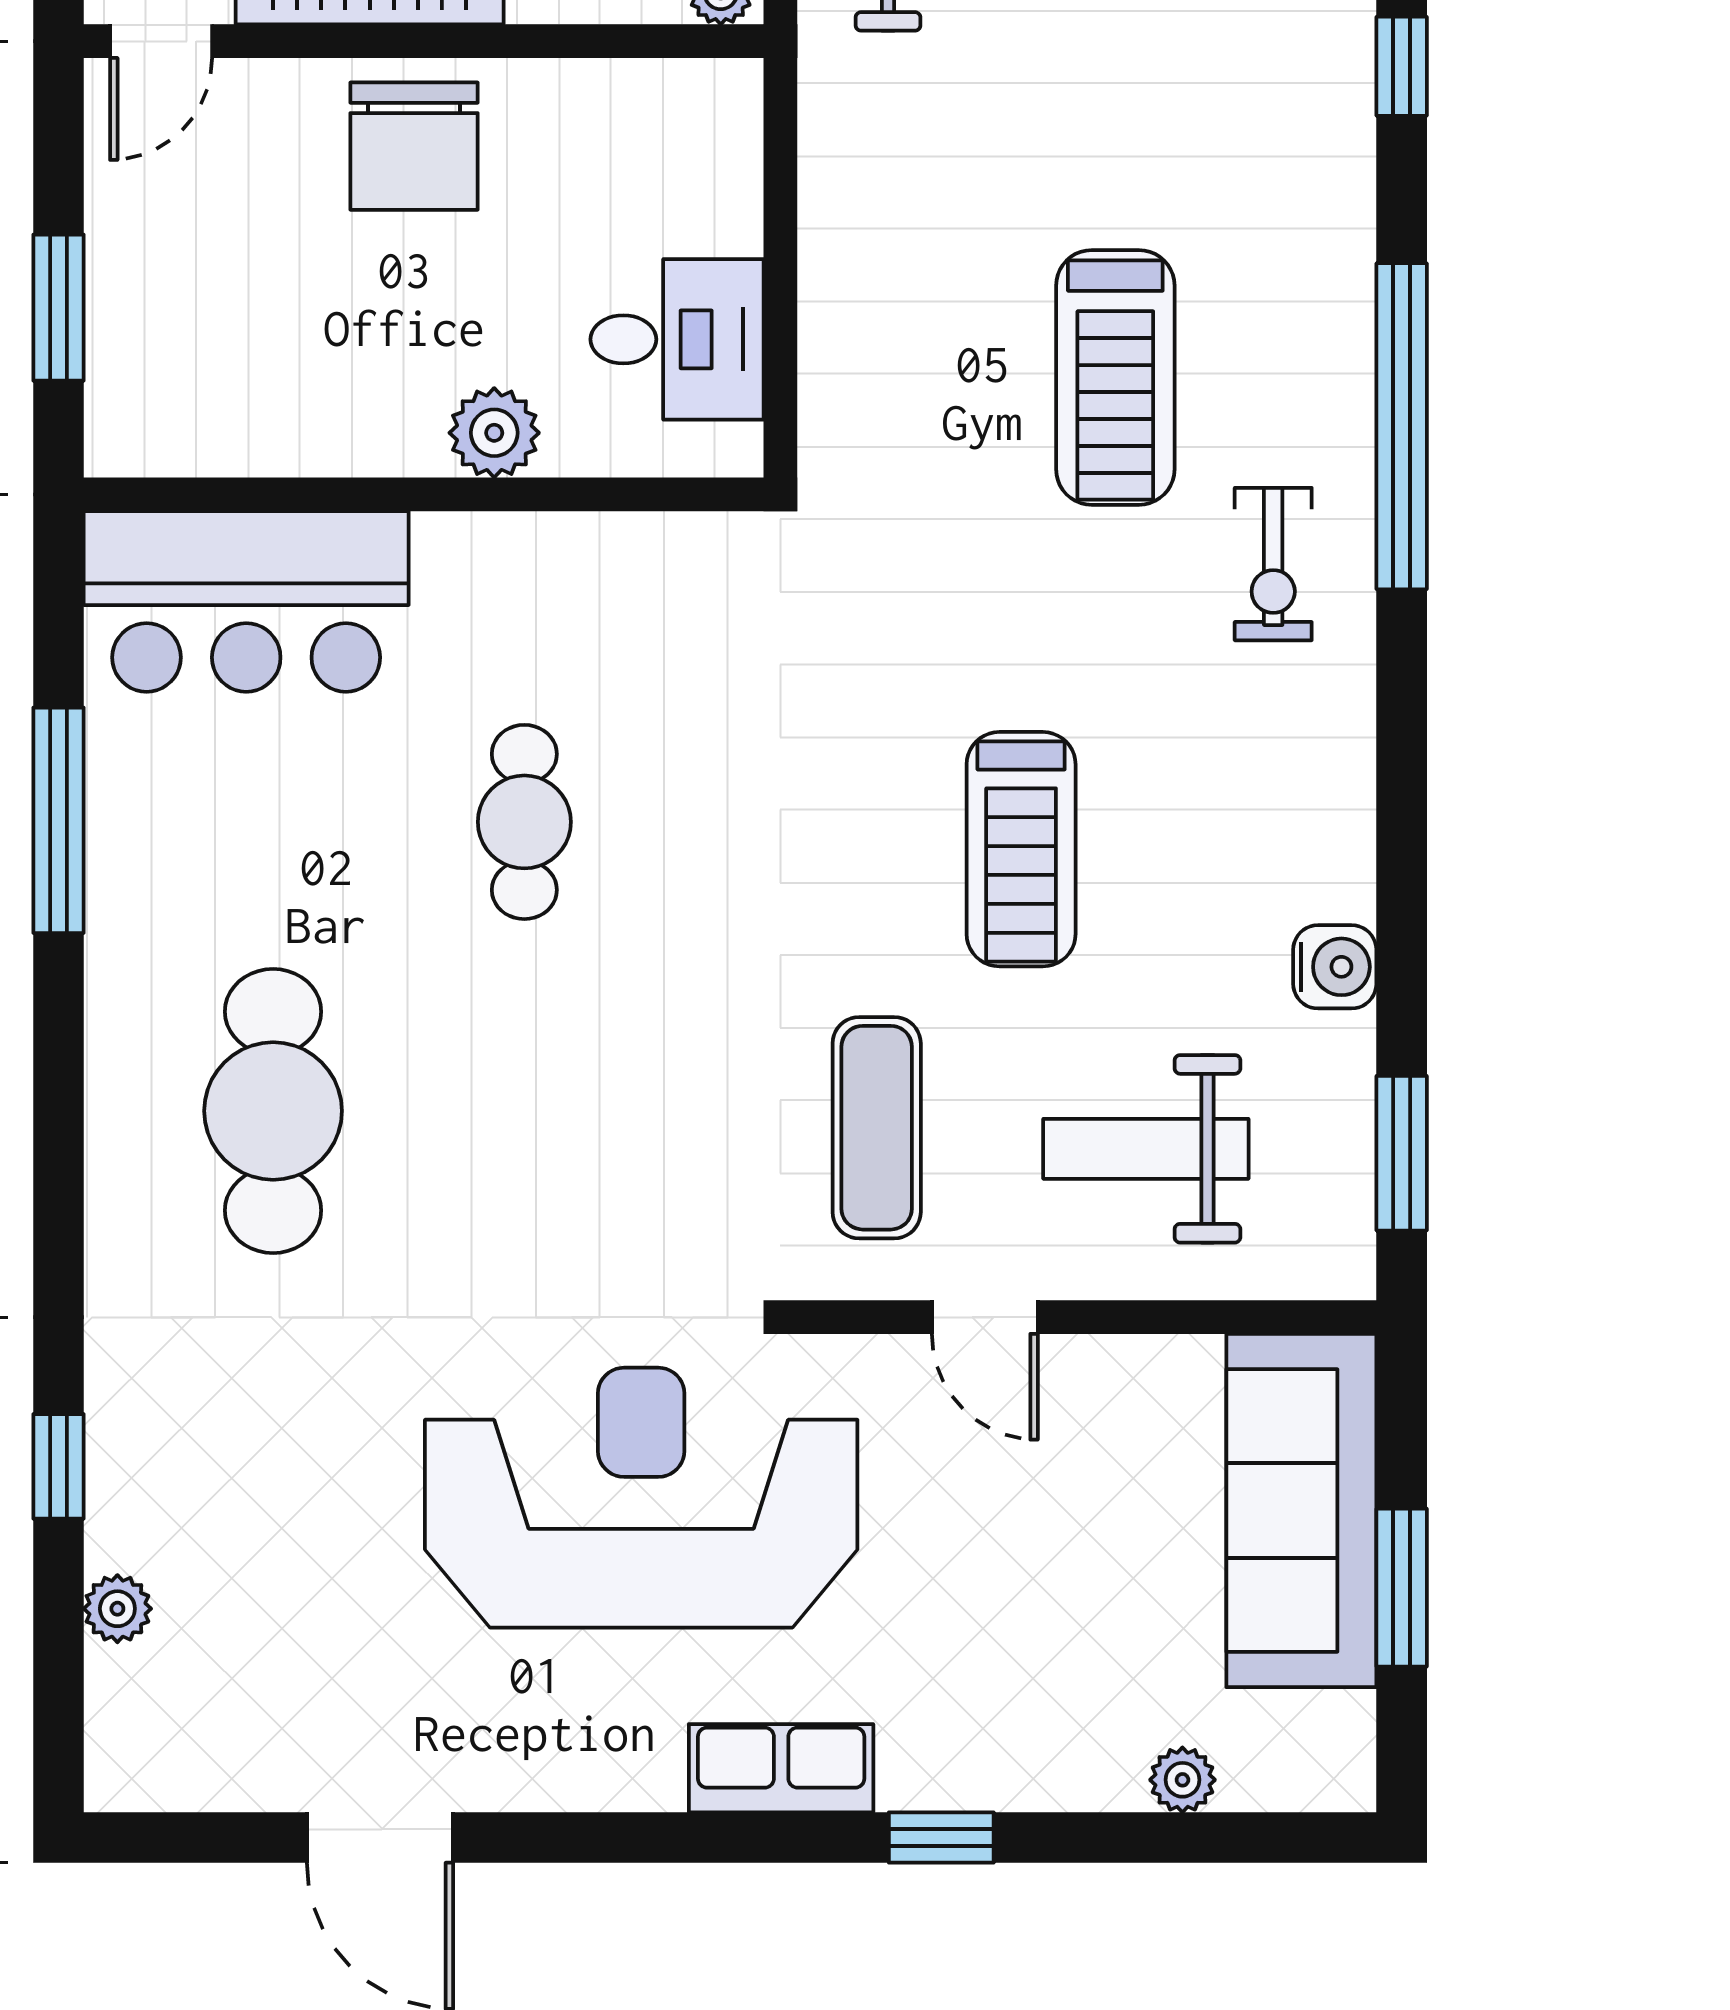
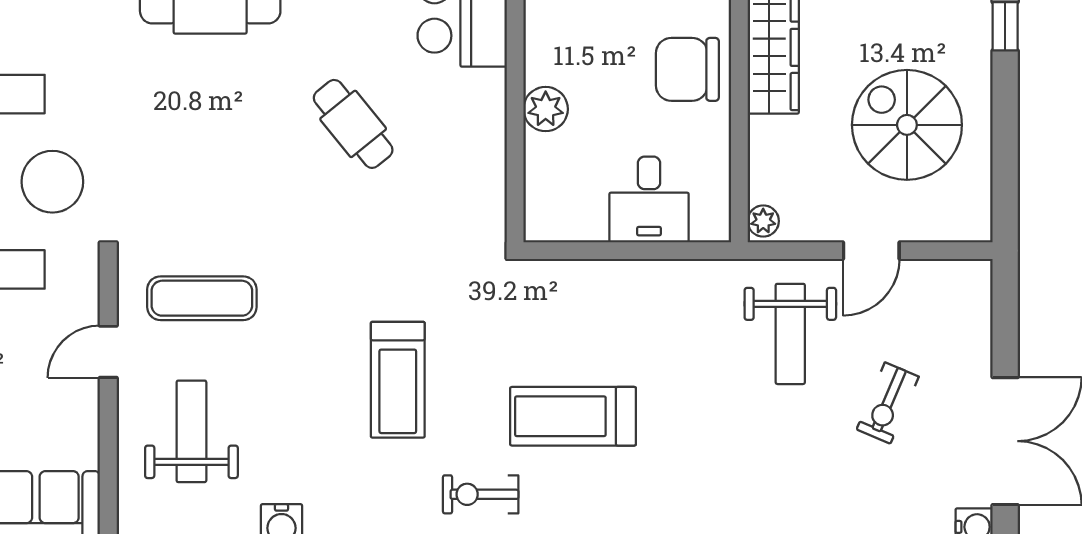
desk: (677, 339) -> (649, 199), moved
cafe table: (524, 822) -> (353, 124), turned 51
treadmill: (1021, 849) -> (398, 380), moved, turned -90

